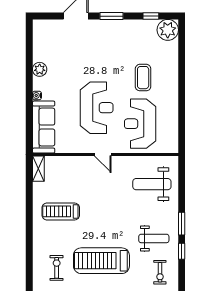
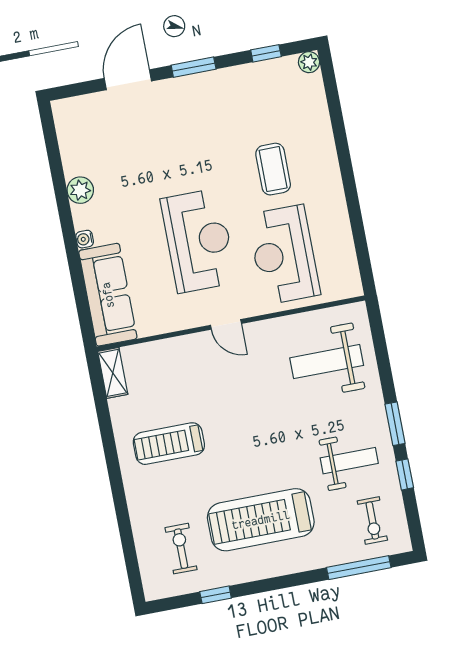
plant: (168, 30) -> (309, 62), width x0.53, depth x0.53

